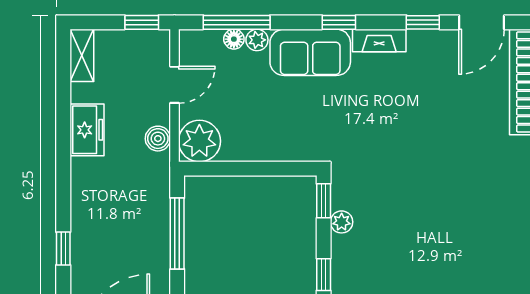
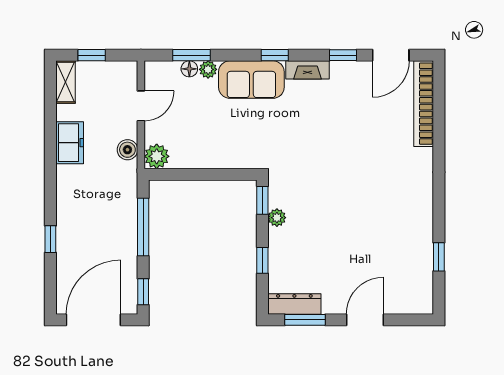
window: (142, 22) -> (92, 55), moved
window: (237, 22) -> (192, 55), width x0.69
plant: (199, 141) -> (157, 156), width x0.73, depth x0.73

